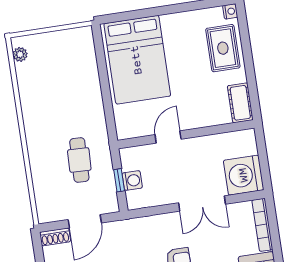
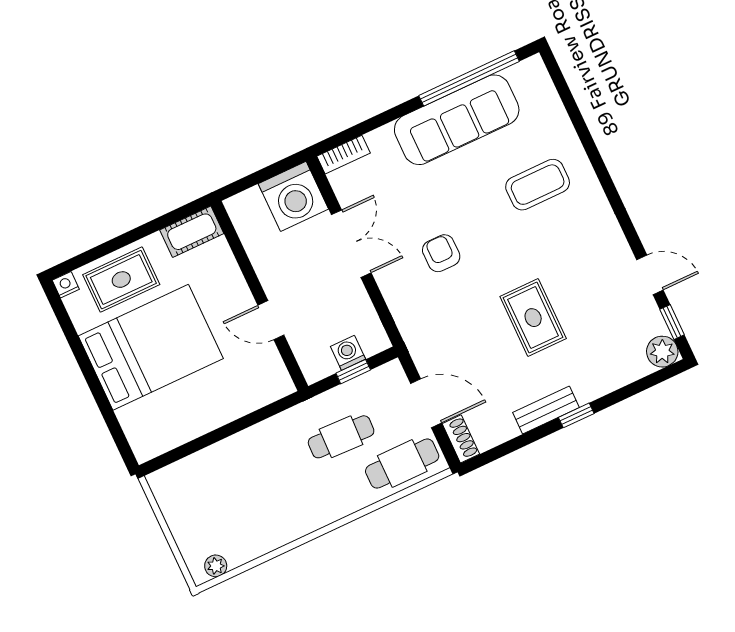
bed: (137, 60) -> (151, 347), moved
cafe table: (50, 194) -> (402, 464), added
bookcase: (262, 225) -> (344, 155), width x0.64

